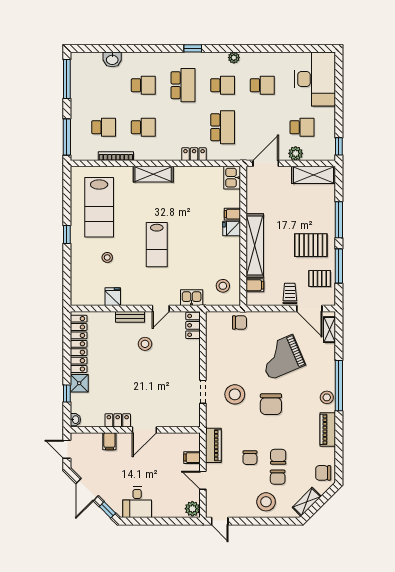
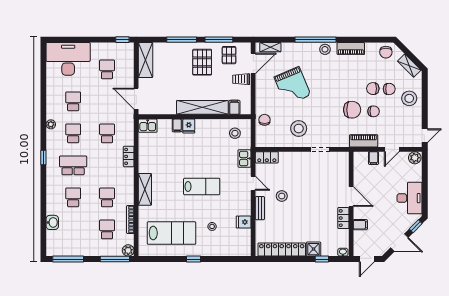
school desk: (223, 127) -> (107, 133), width x0.54
plant: (296, 153) -> (128, 250), moved
stool: (235, 394) -> (299, 128), moved
chair: (271, 404) -> (352, 110), moved
desk: (137, 502) -> (410, 198), width x1.37

